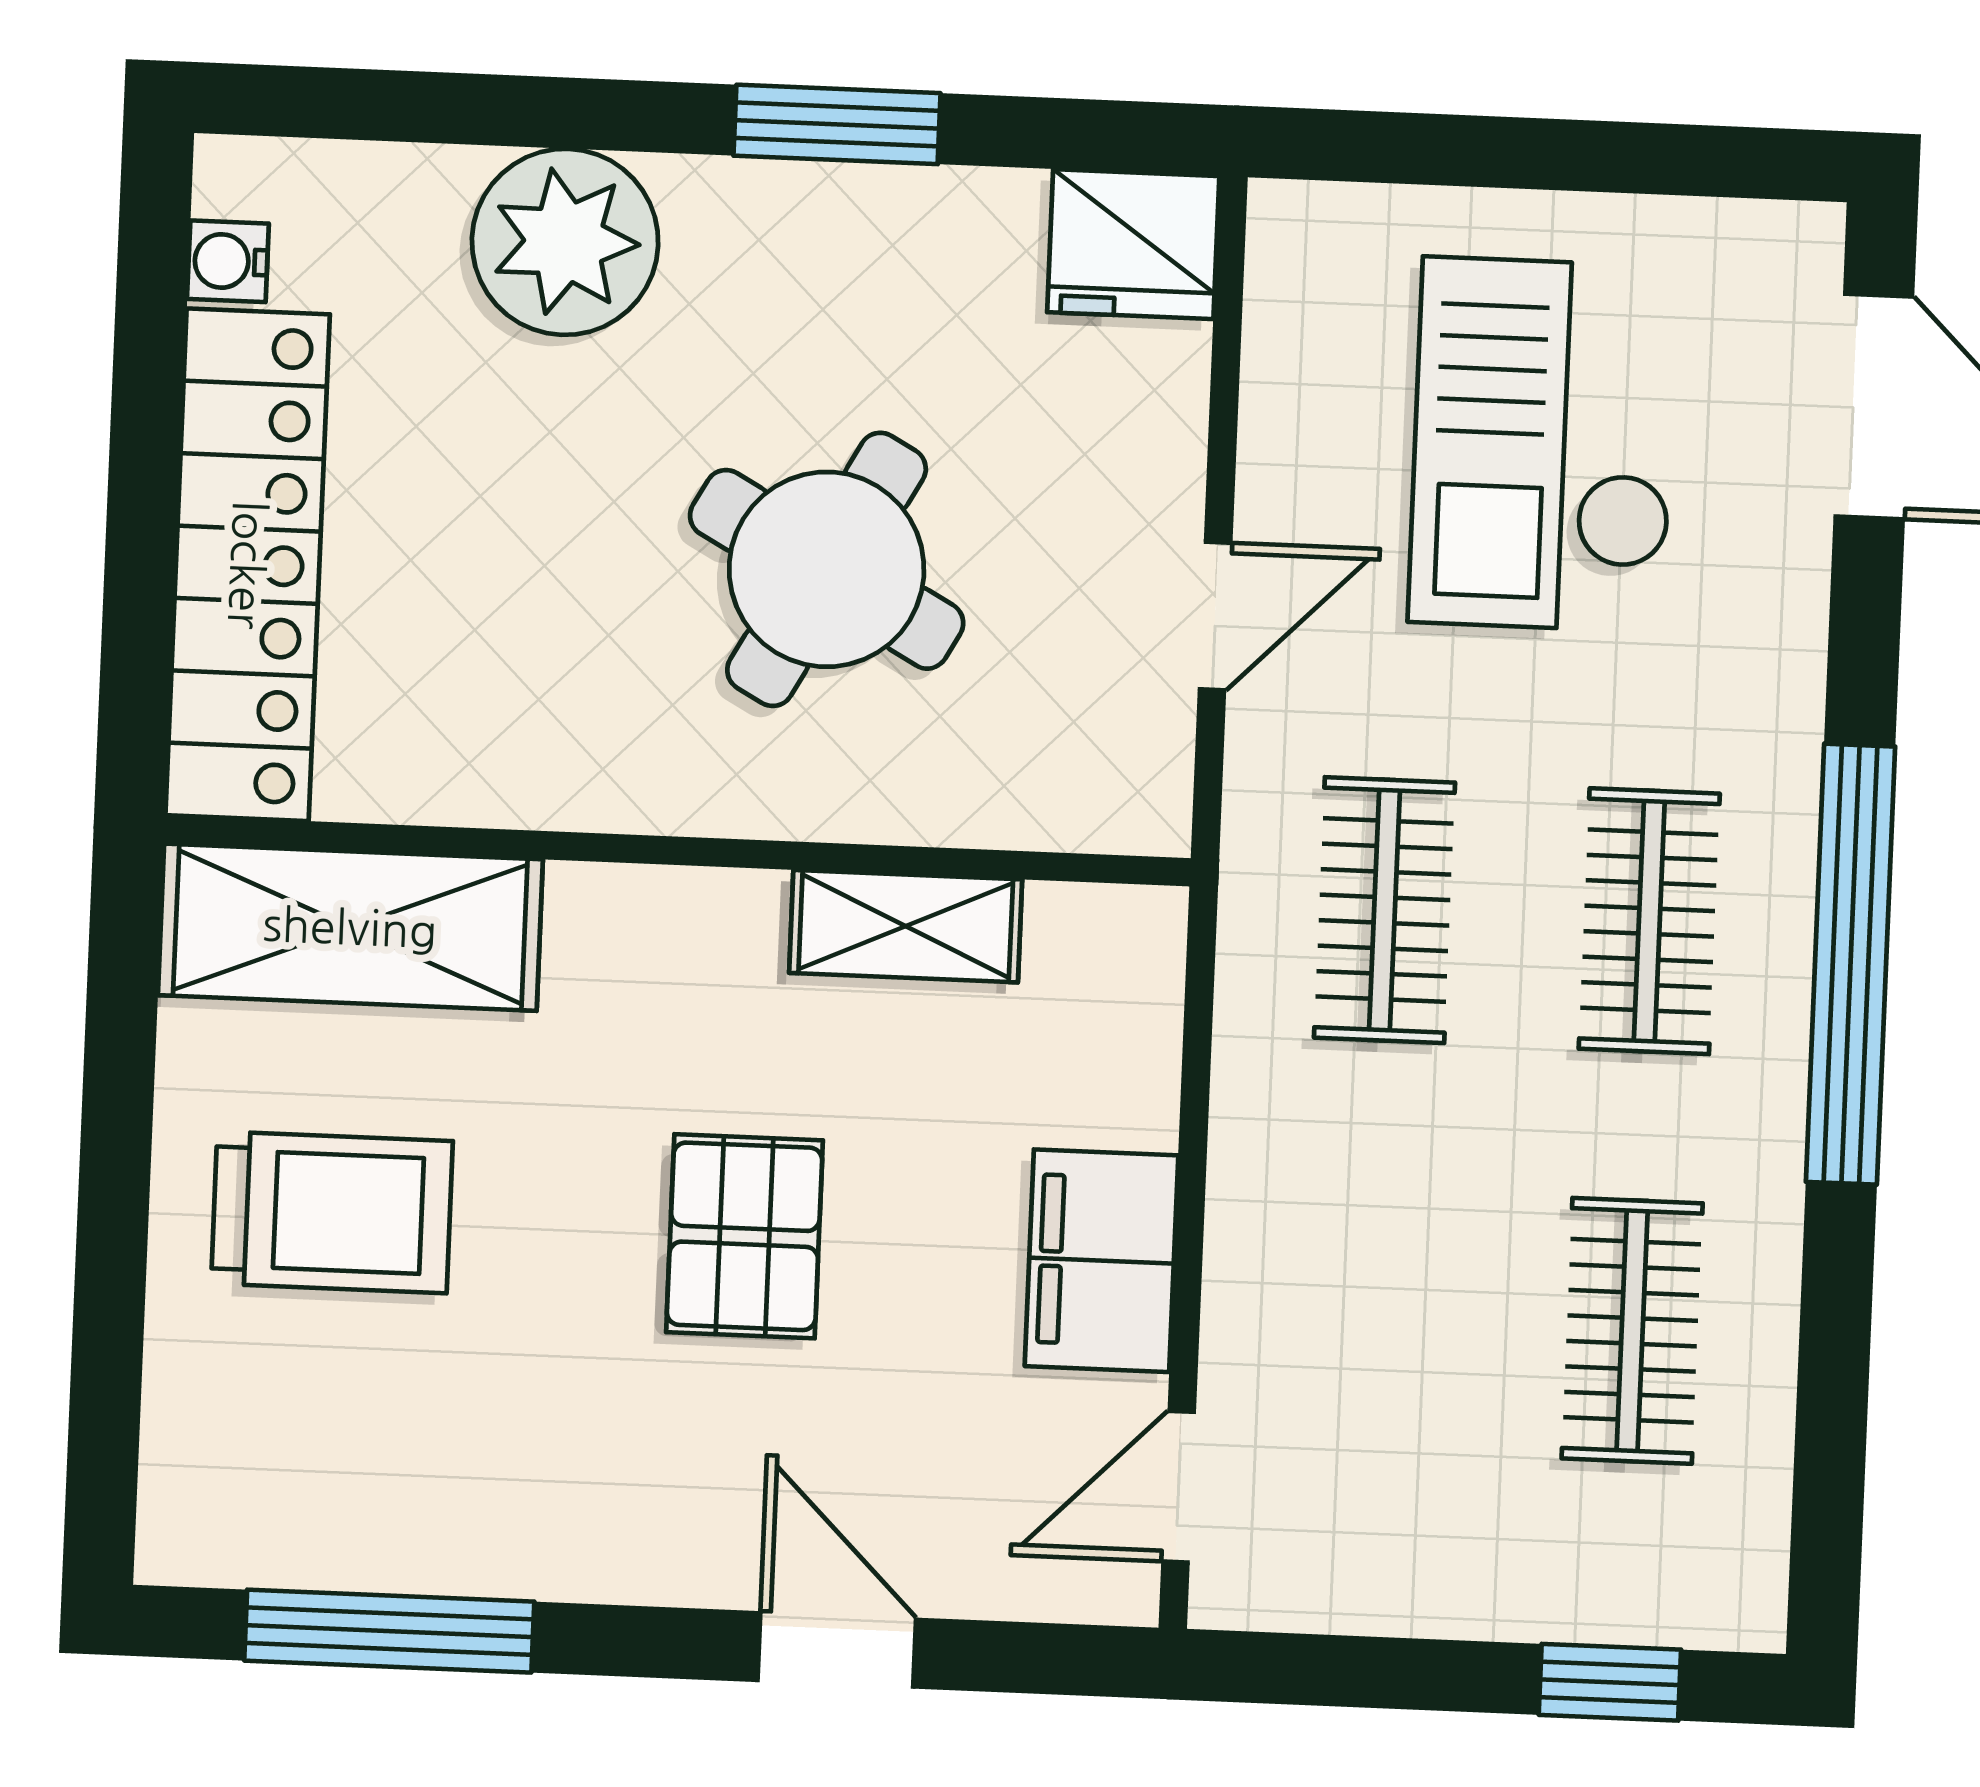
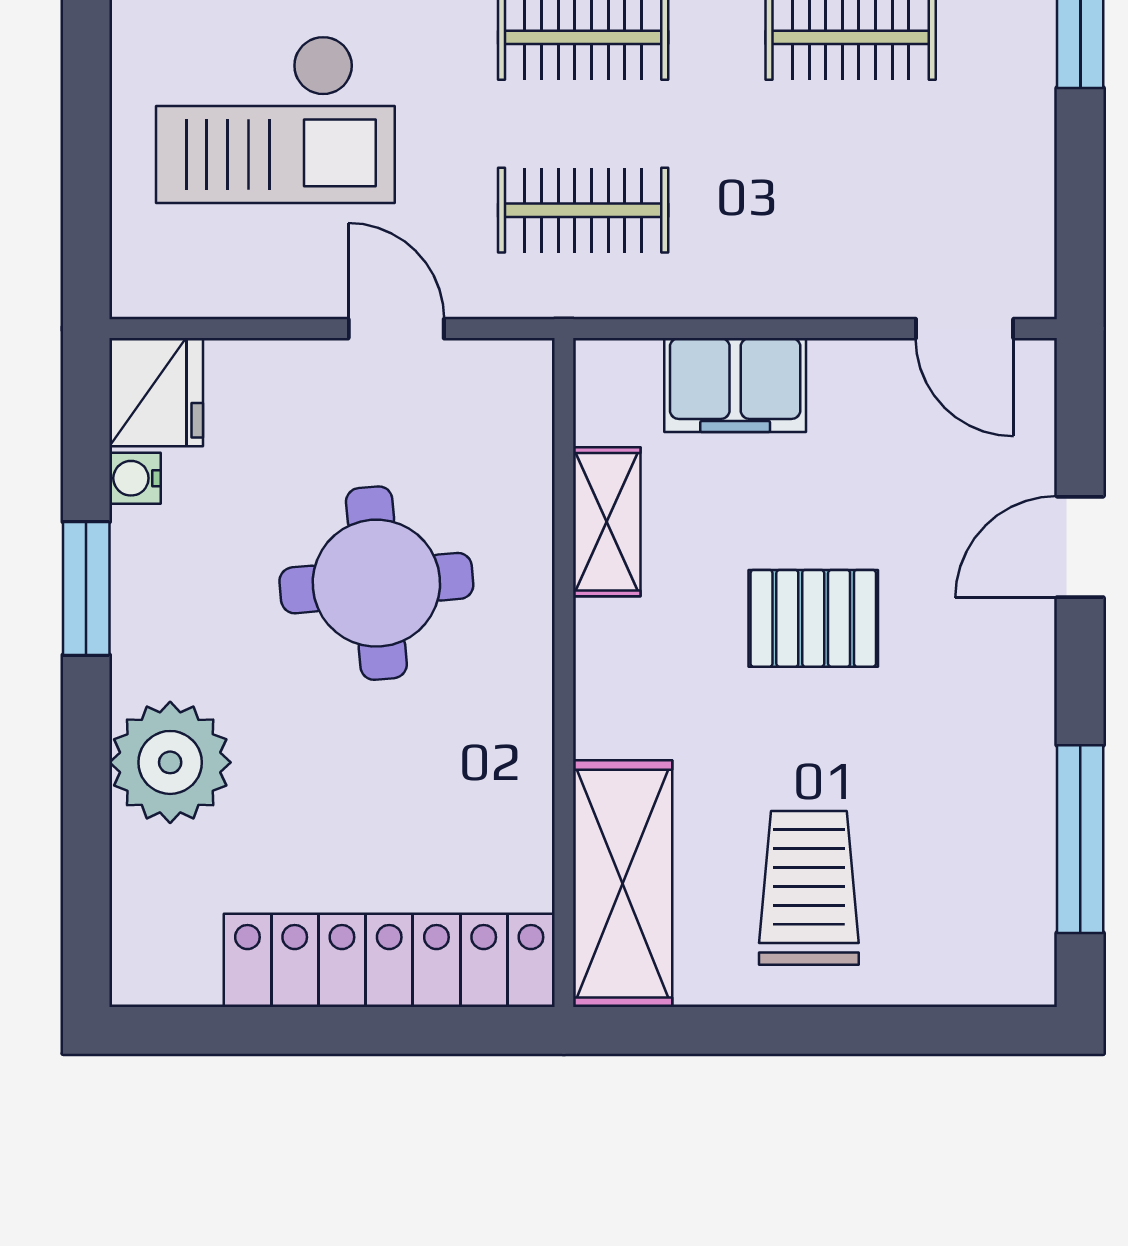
water cooler: (228, 261) -> (135, 478), moved, turned 90
round table: (827, 569) -> (376, 583), turned -34
filing cabinet: (1101, 1261) -> (735, 385), moved

